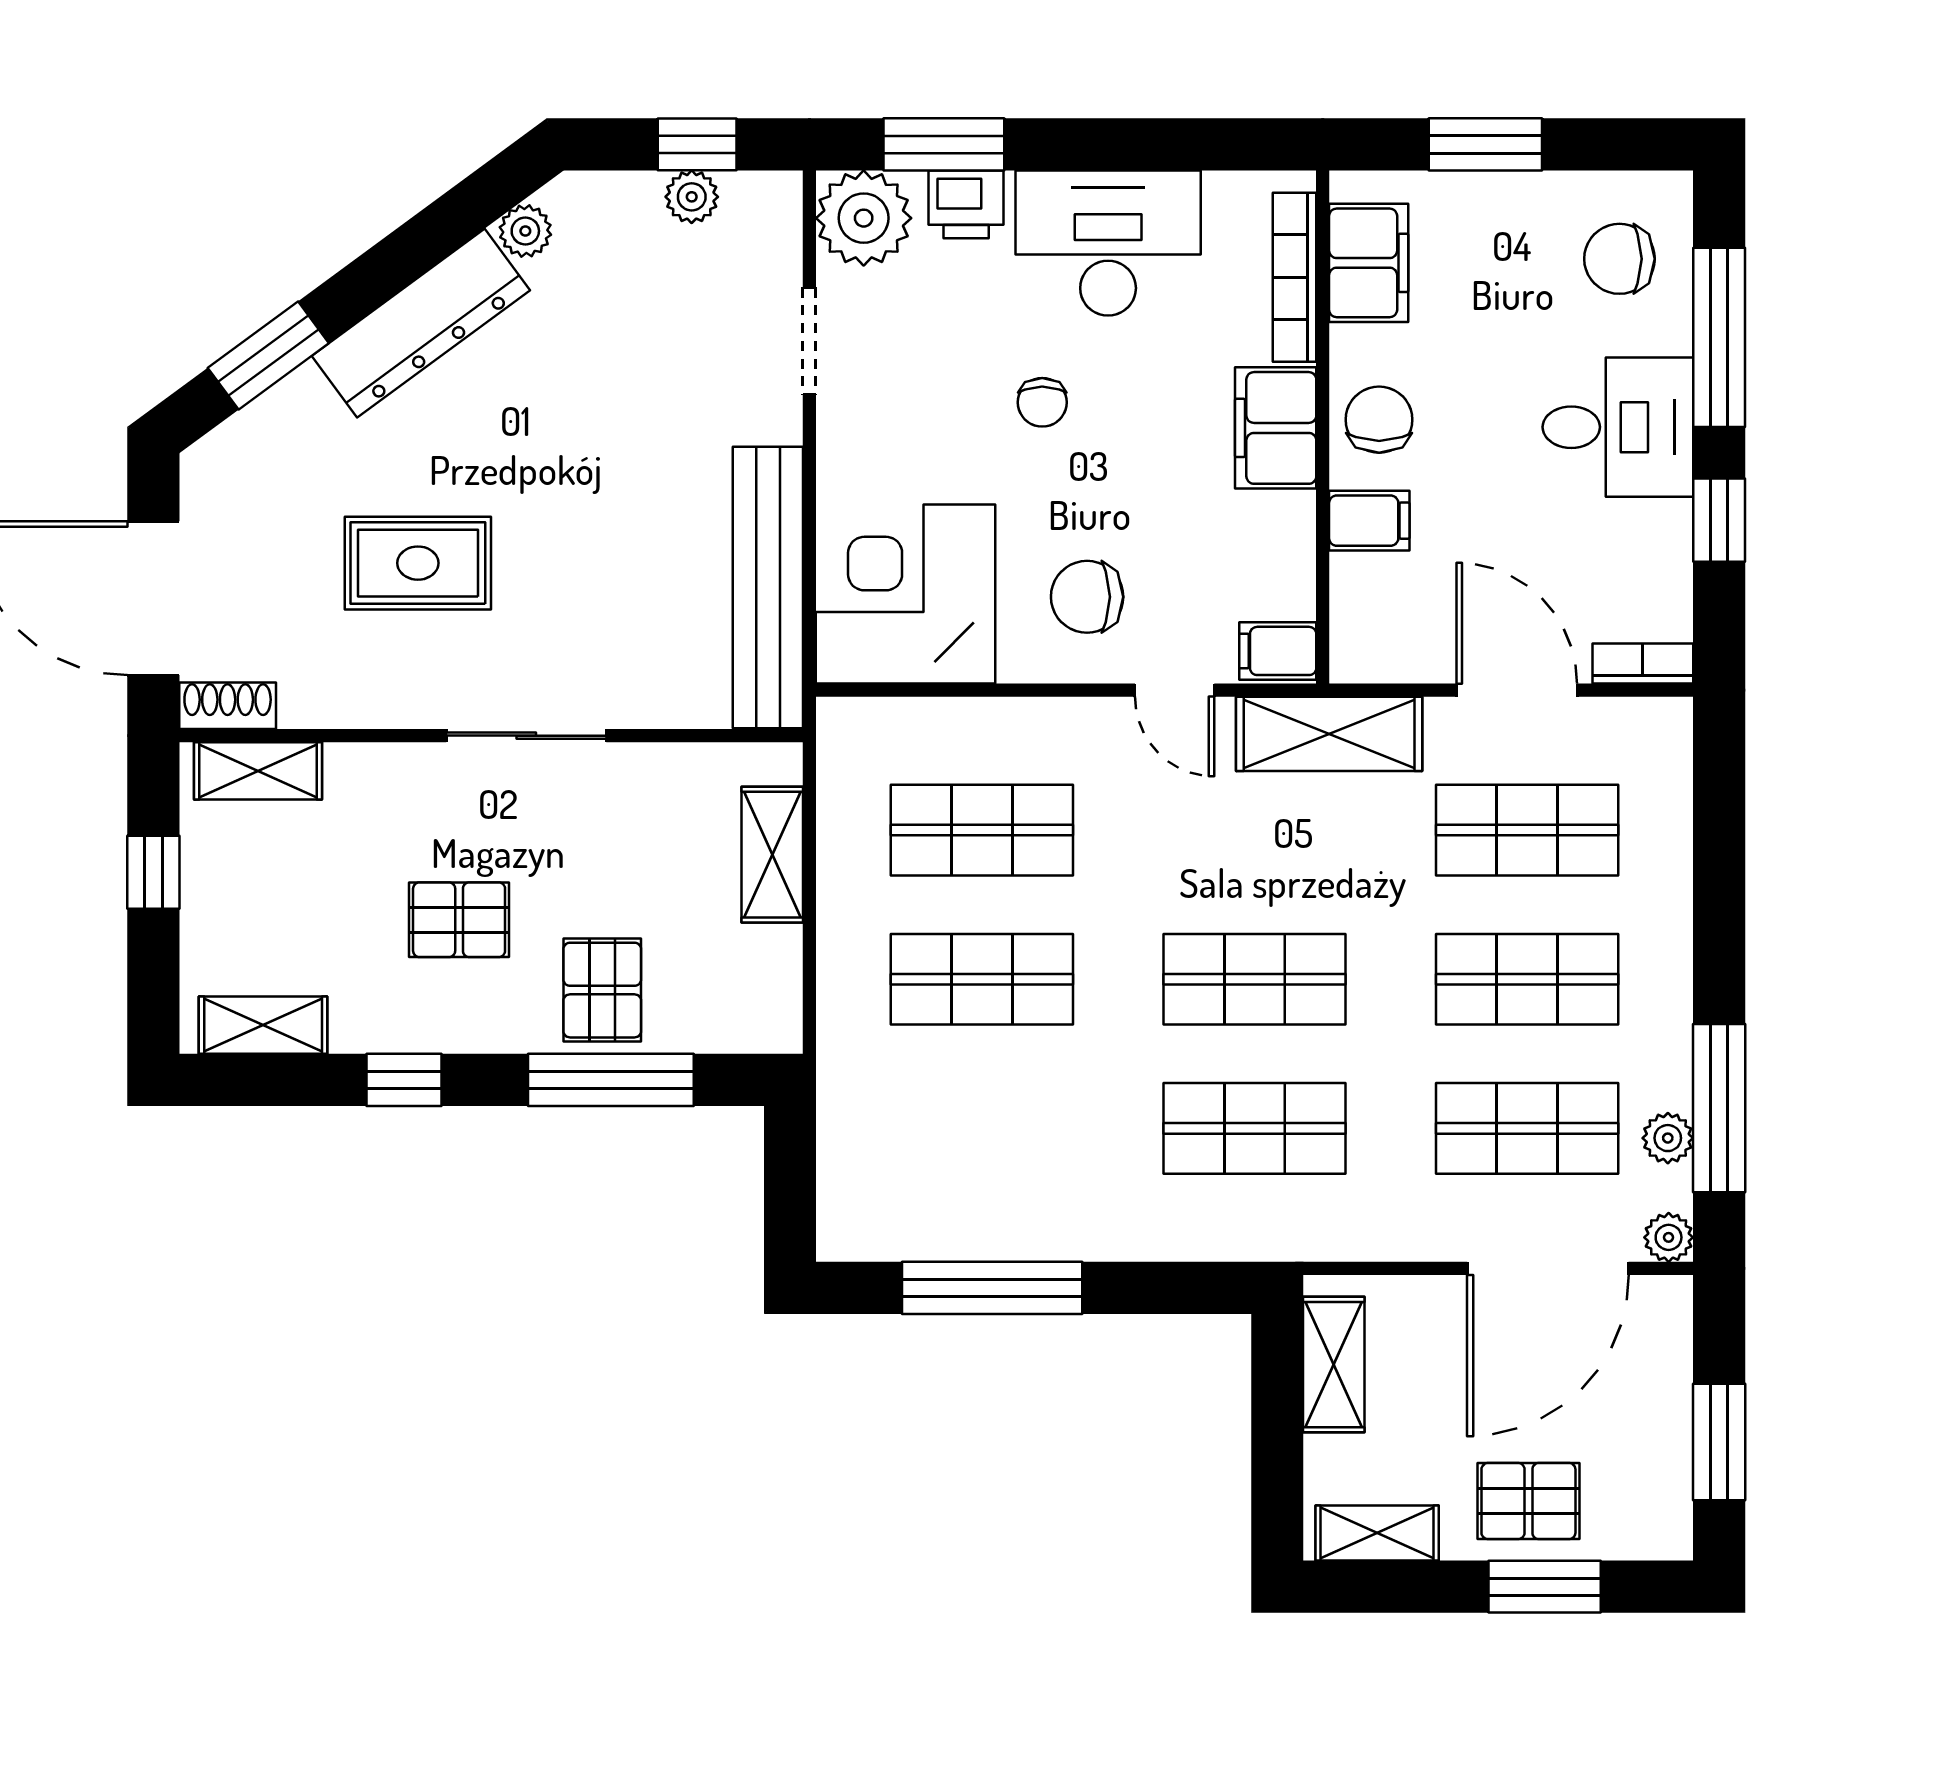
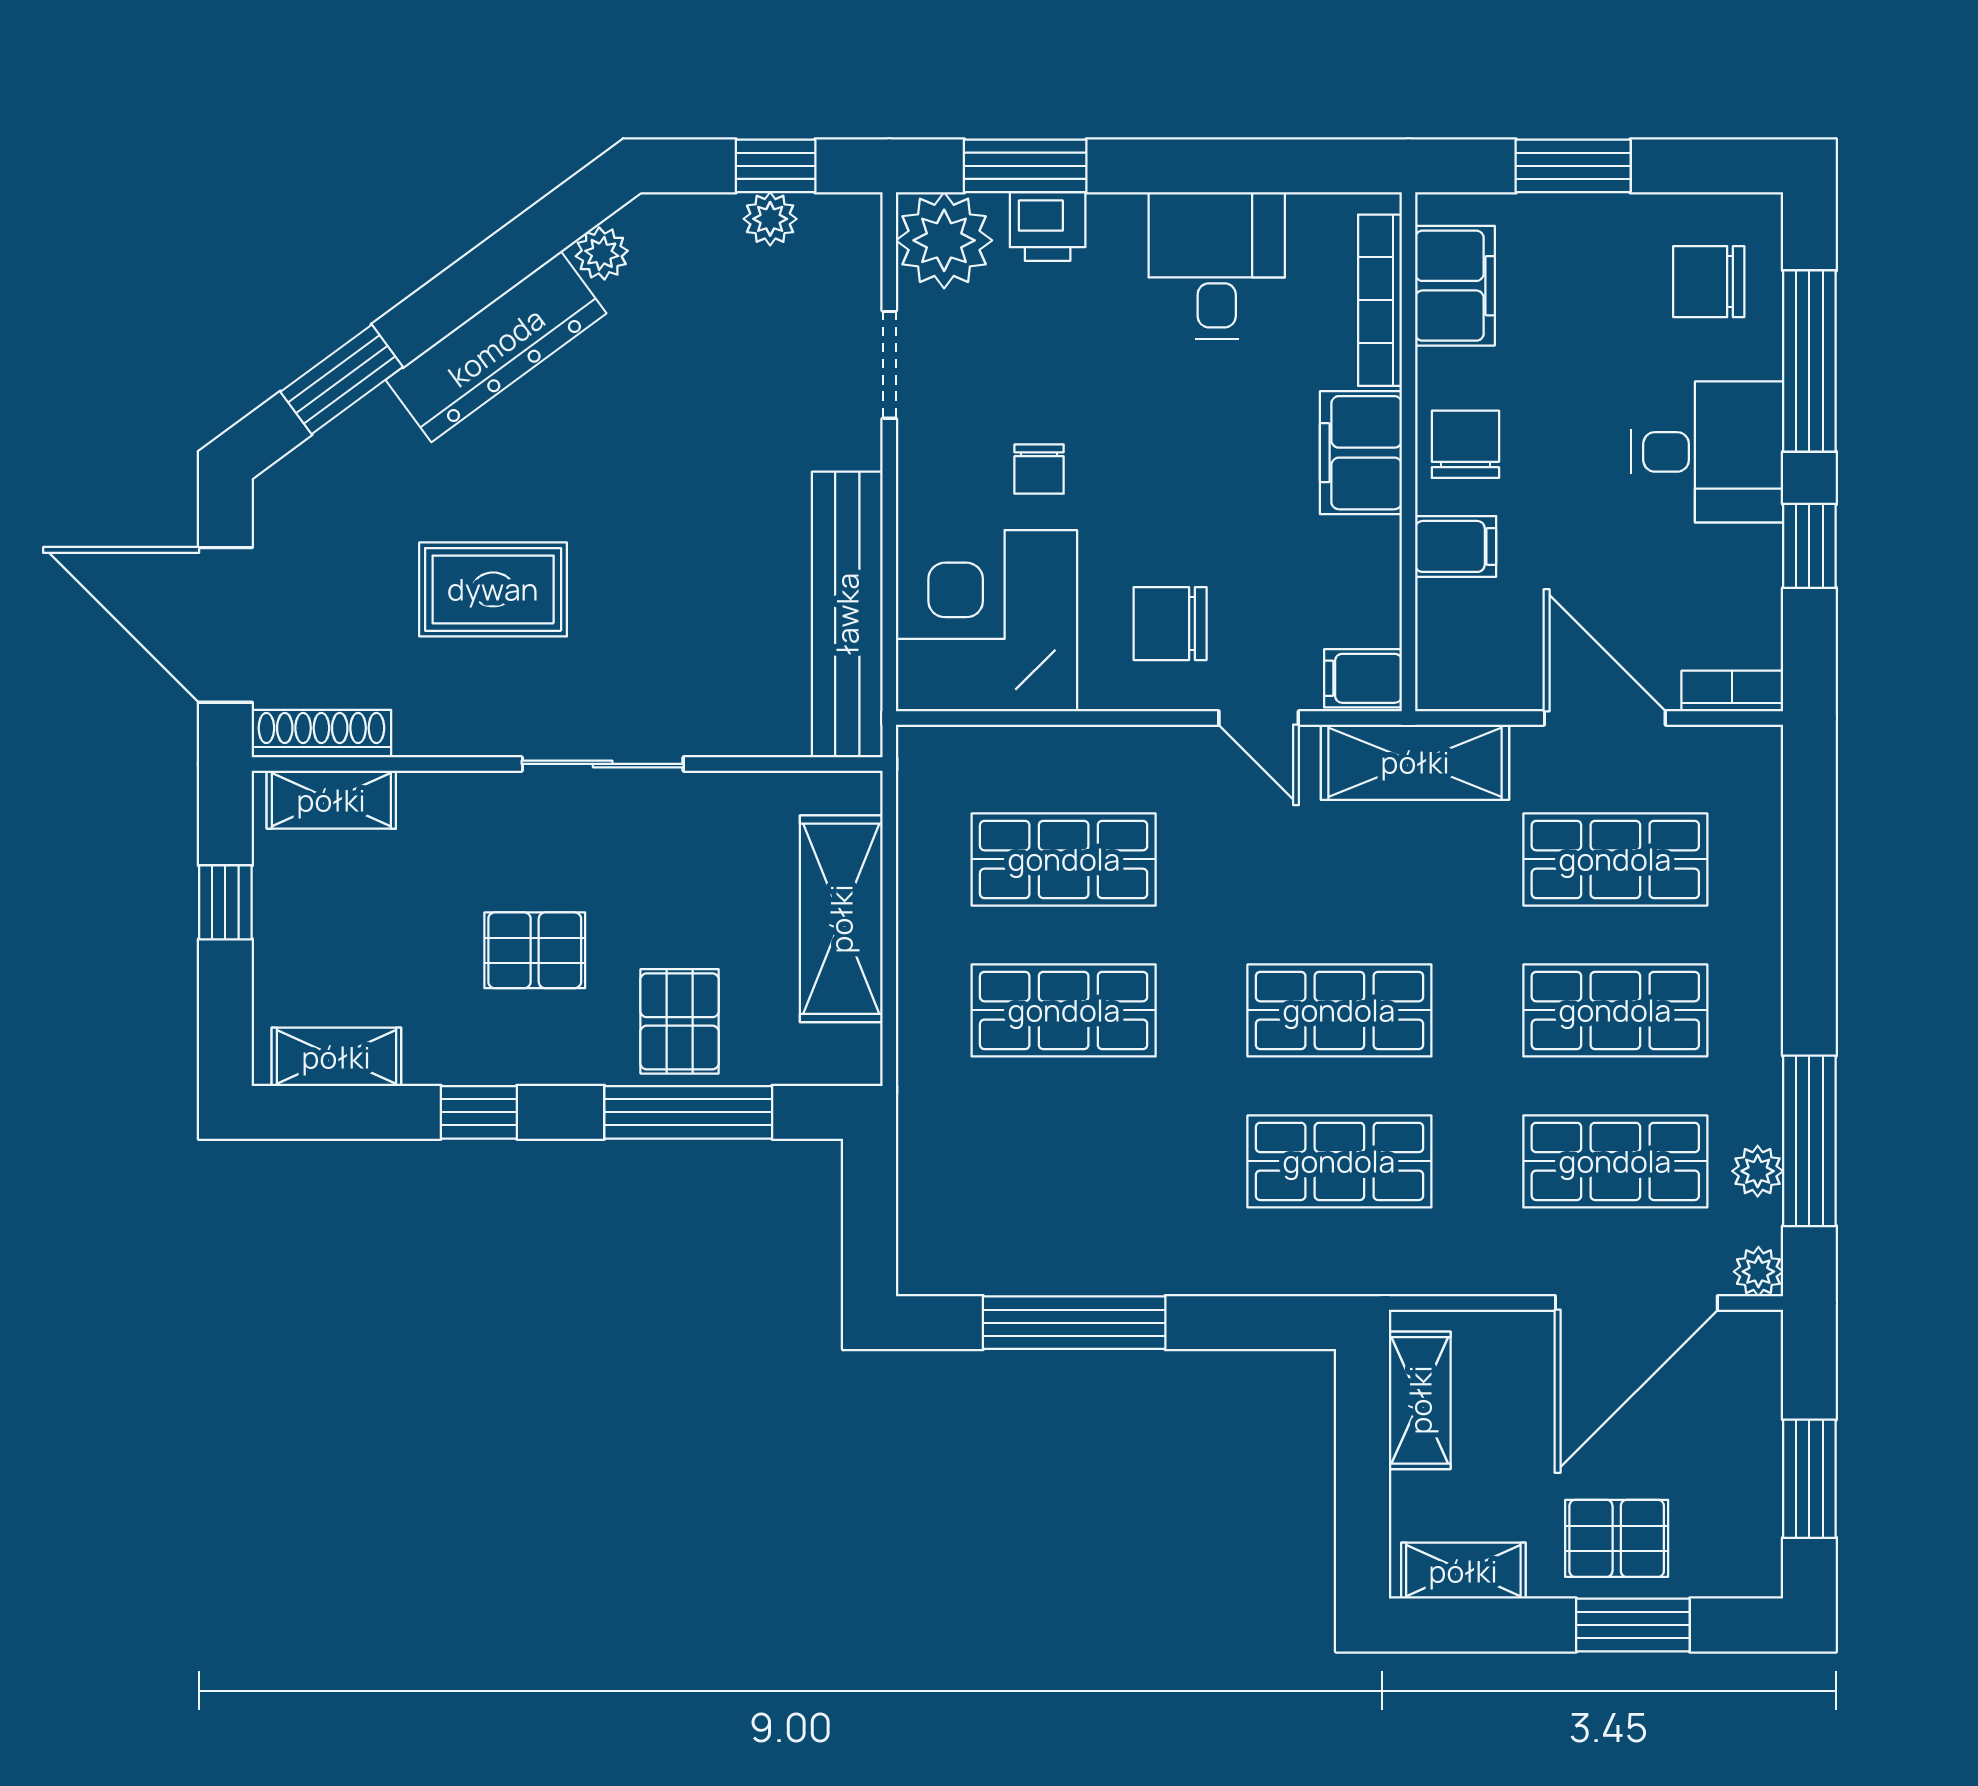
desk: (1108, 243) -> (1217, 266), width x0.73
chair: (1042, 402) -> (1039, 469), moved
shoe rack: (228, 706) -> (321, 734), width x1.43
shelving: (772, 855) -> (841, 919), width x1.50, depth x1.33

